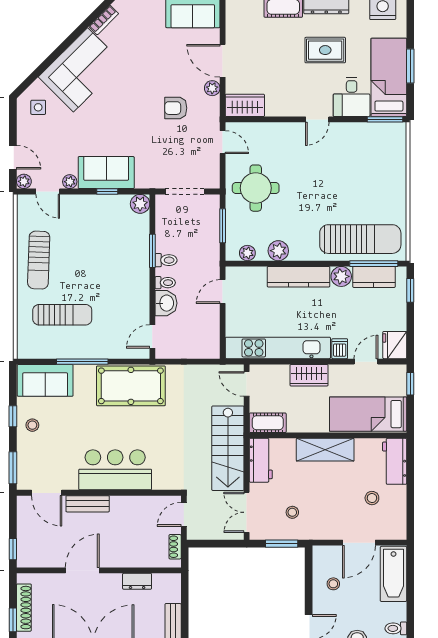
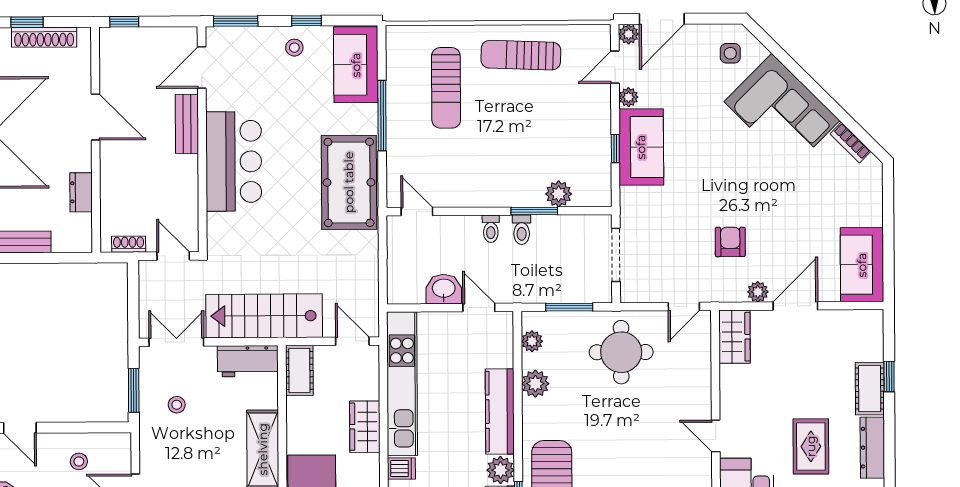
door: (13, 157) -> (662, 19), width x1.38
plant: (140, 204) -> (559, 194), moved
washbasin: (166, 303) -> (444, 289), moved, turned 180
door: (247, 384) -> (352, 341), hinge flipped

